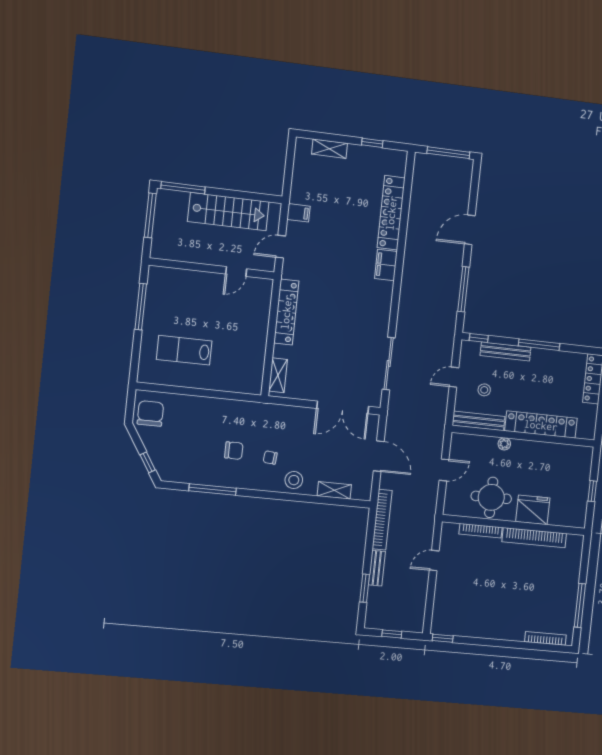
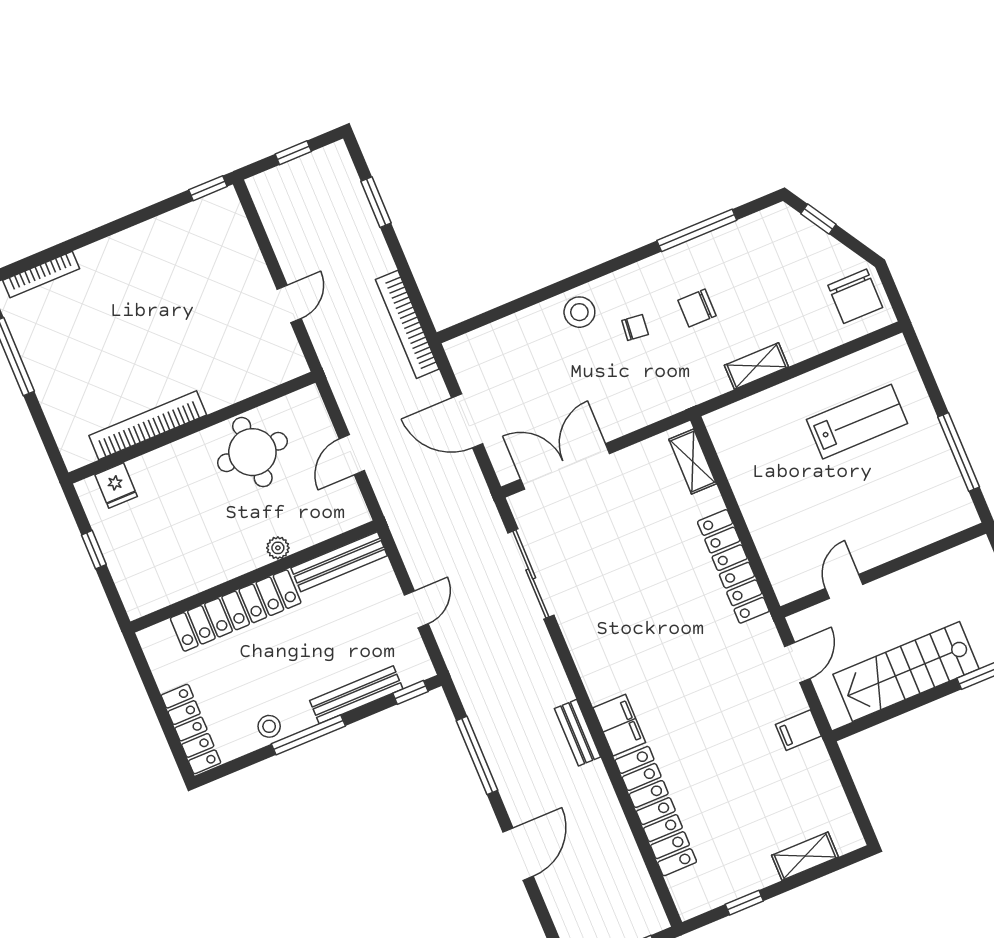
stool: (484, 390) -> (269, 726), moved
shelving: (334, 490) -> (756, 366), moved
fridge: (533, 510) -> (116, 486), moved, width x0.53, depth x0.75
bookcase: (481, 531) -> (241, 390), removed
bench: (377, 568) -> (578, 733), moved

